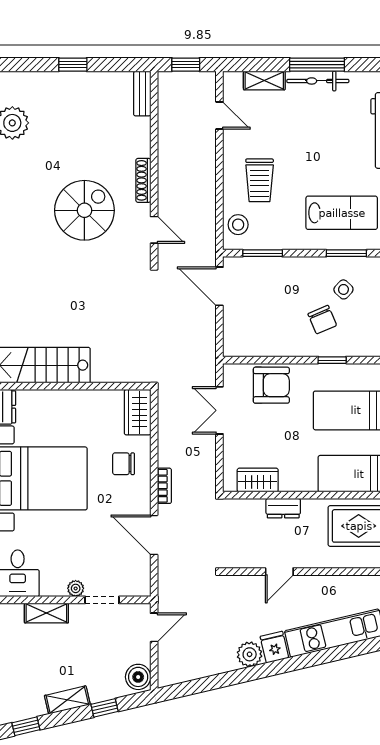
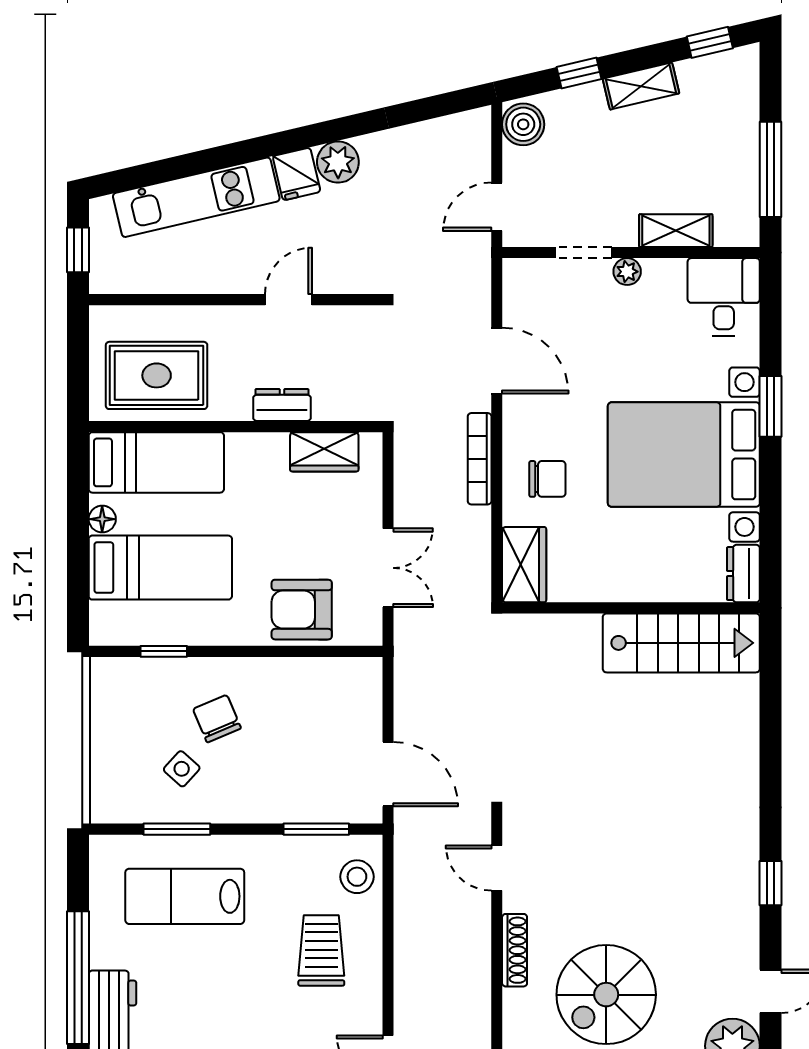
spiral stairs: (84, 210) -> (606, 995), moved
window: (332, 360) -> (164, 651), moved
bookcase: (164, 486) -> (480, 459), width x1.56

